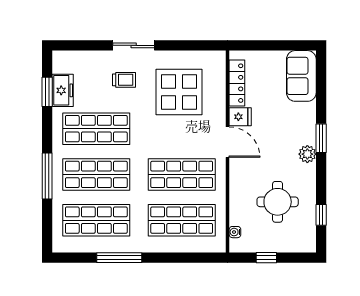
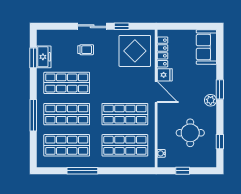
window: (177, 45) -> (122, 26), added
display table: (179, 92) -> (135, 51), moved

